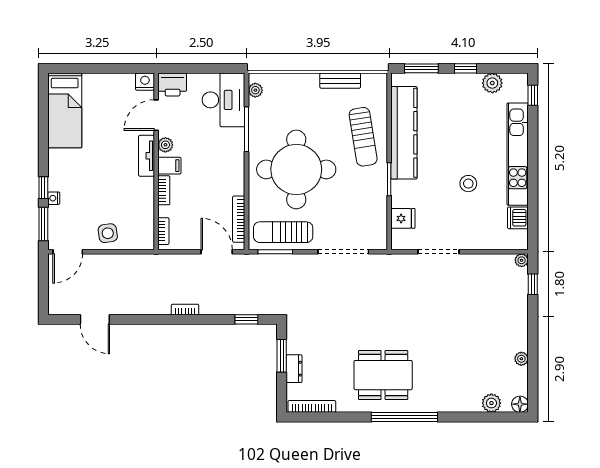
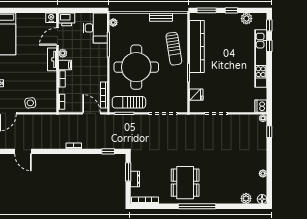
window: (533, 132) -> (269, 46), added
stool: (468, 184) -> (233, 75), removed
dishwasher: (518, 218) -> (261, 106), moved
dining table: (383, 375) -> (185, 183), turned 90

